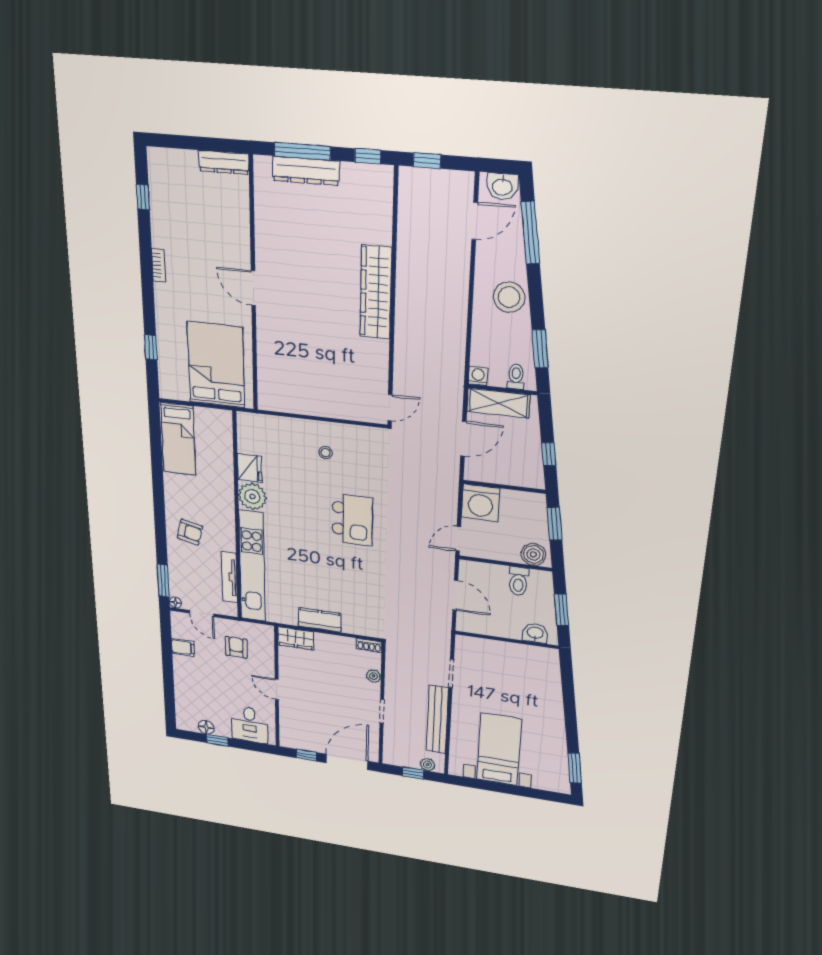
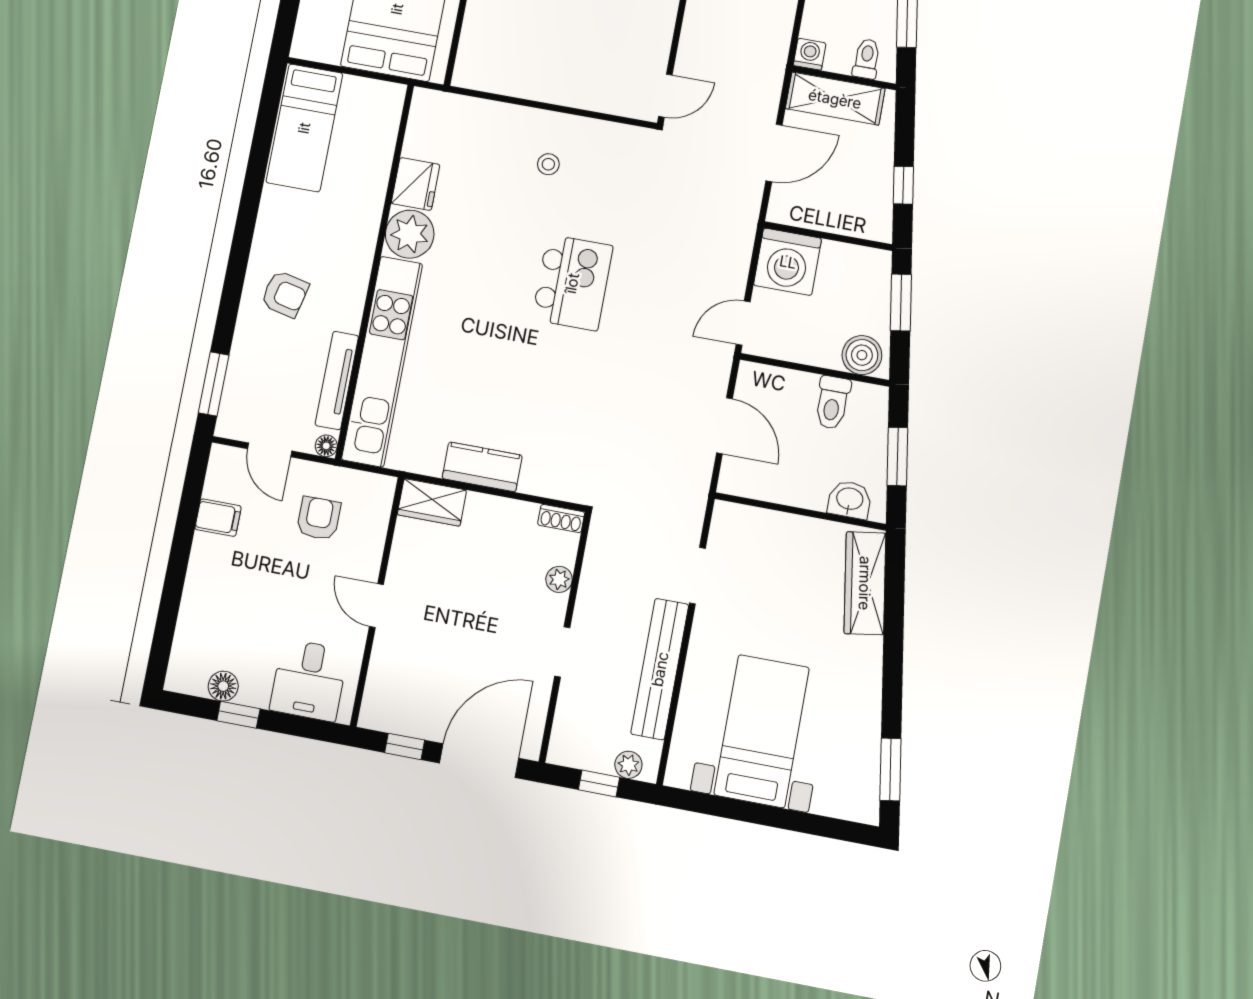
floor lamp: (175, 603) -> (326, 446), moved
wardrobe: (549, 676) -> (865, 583), added

